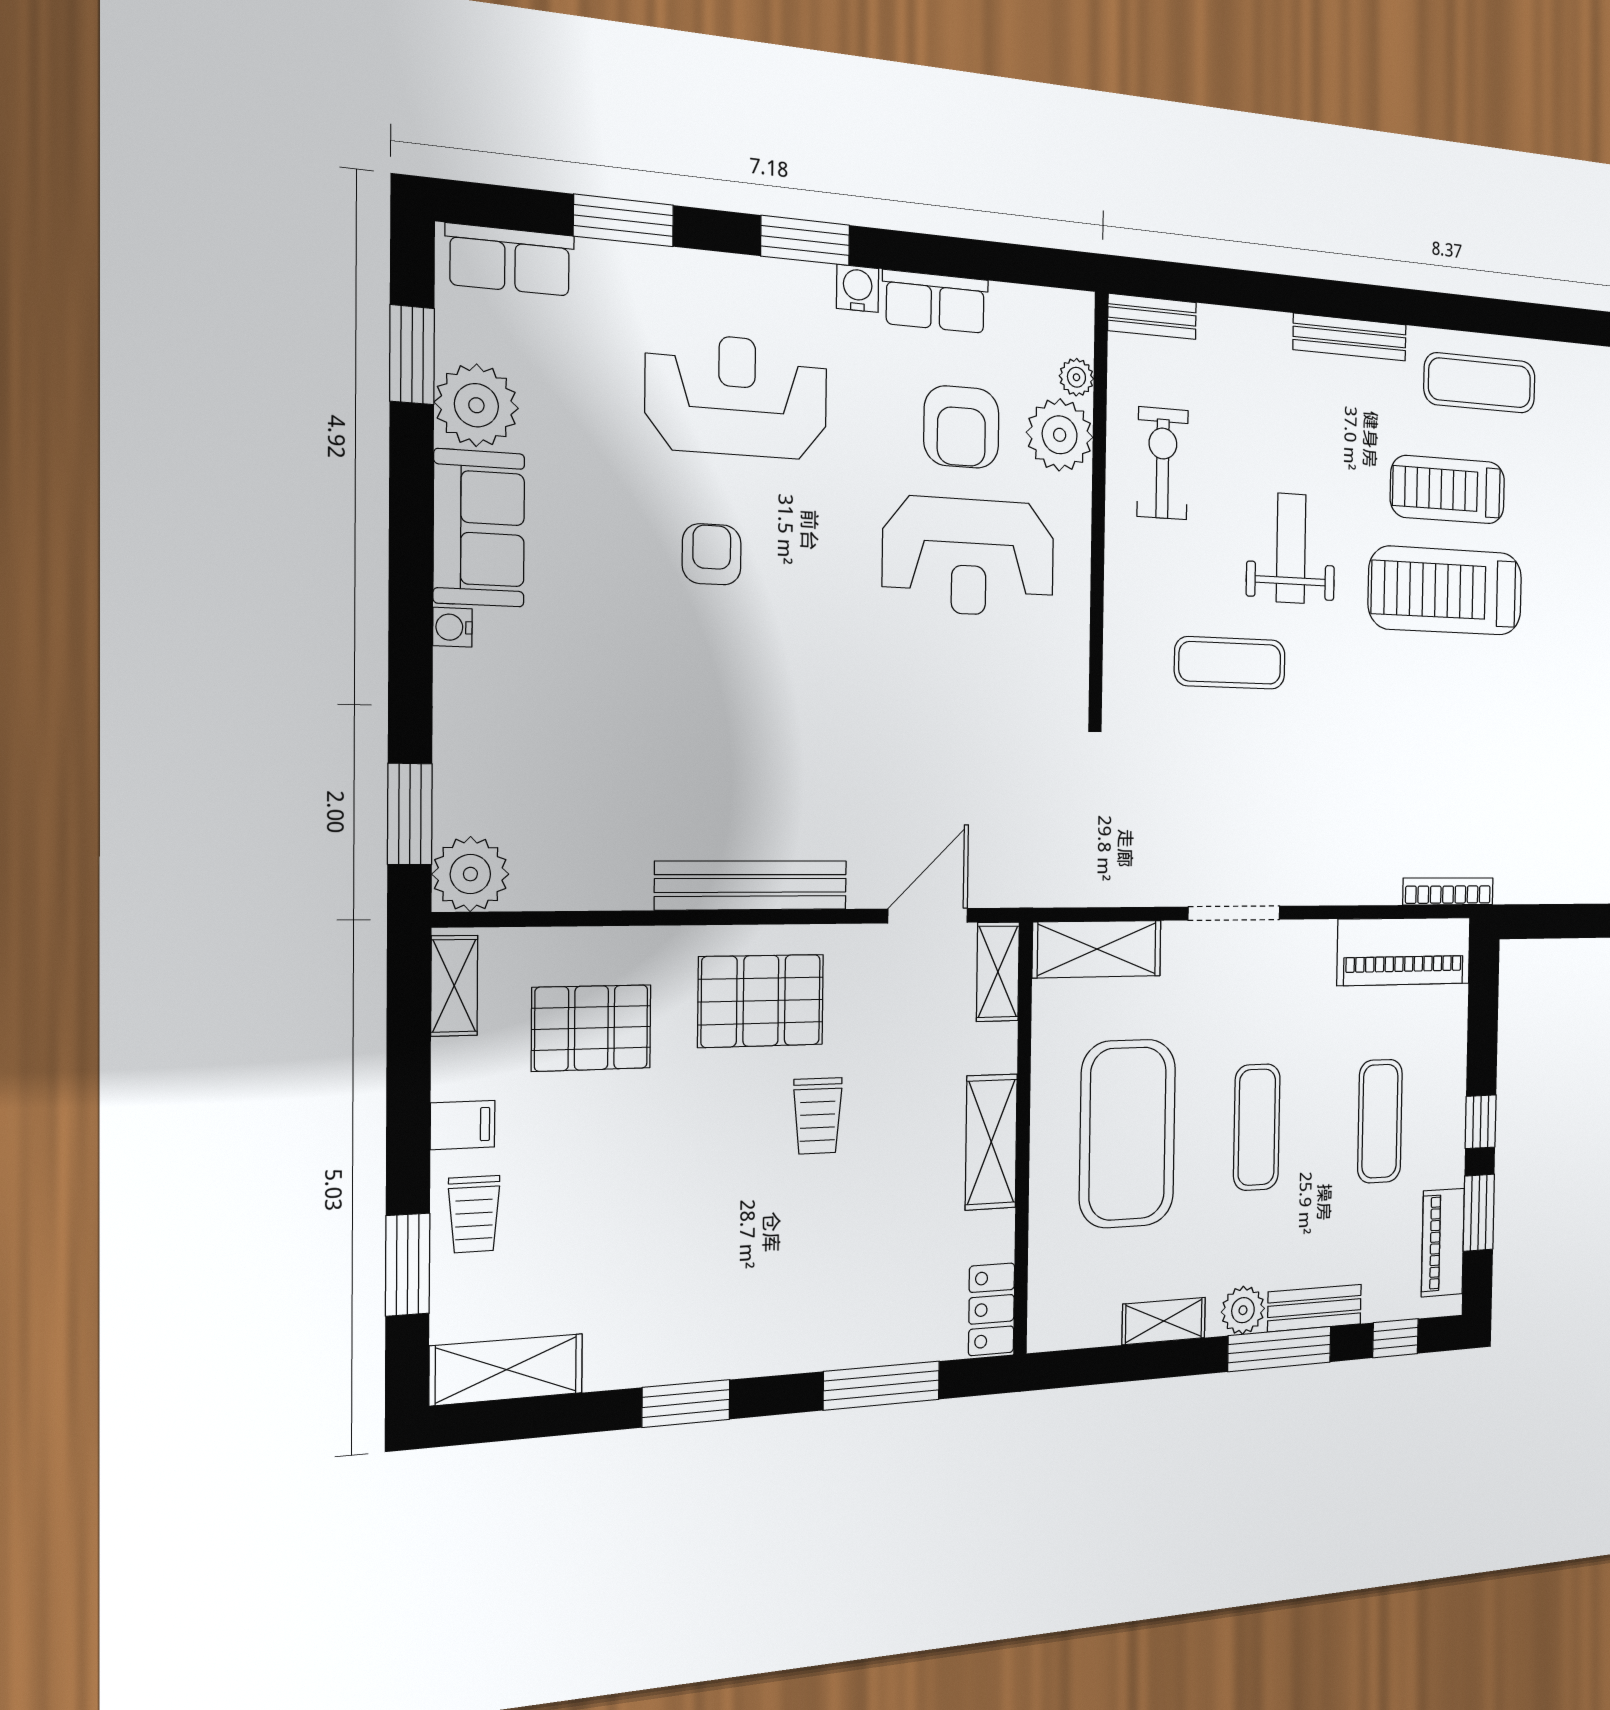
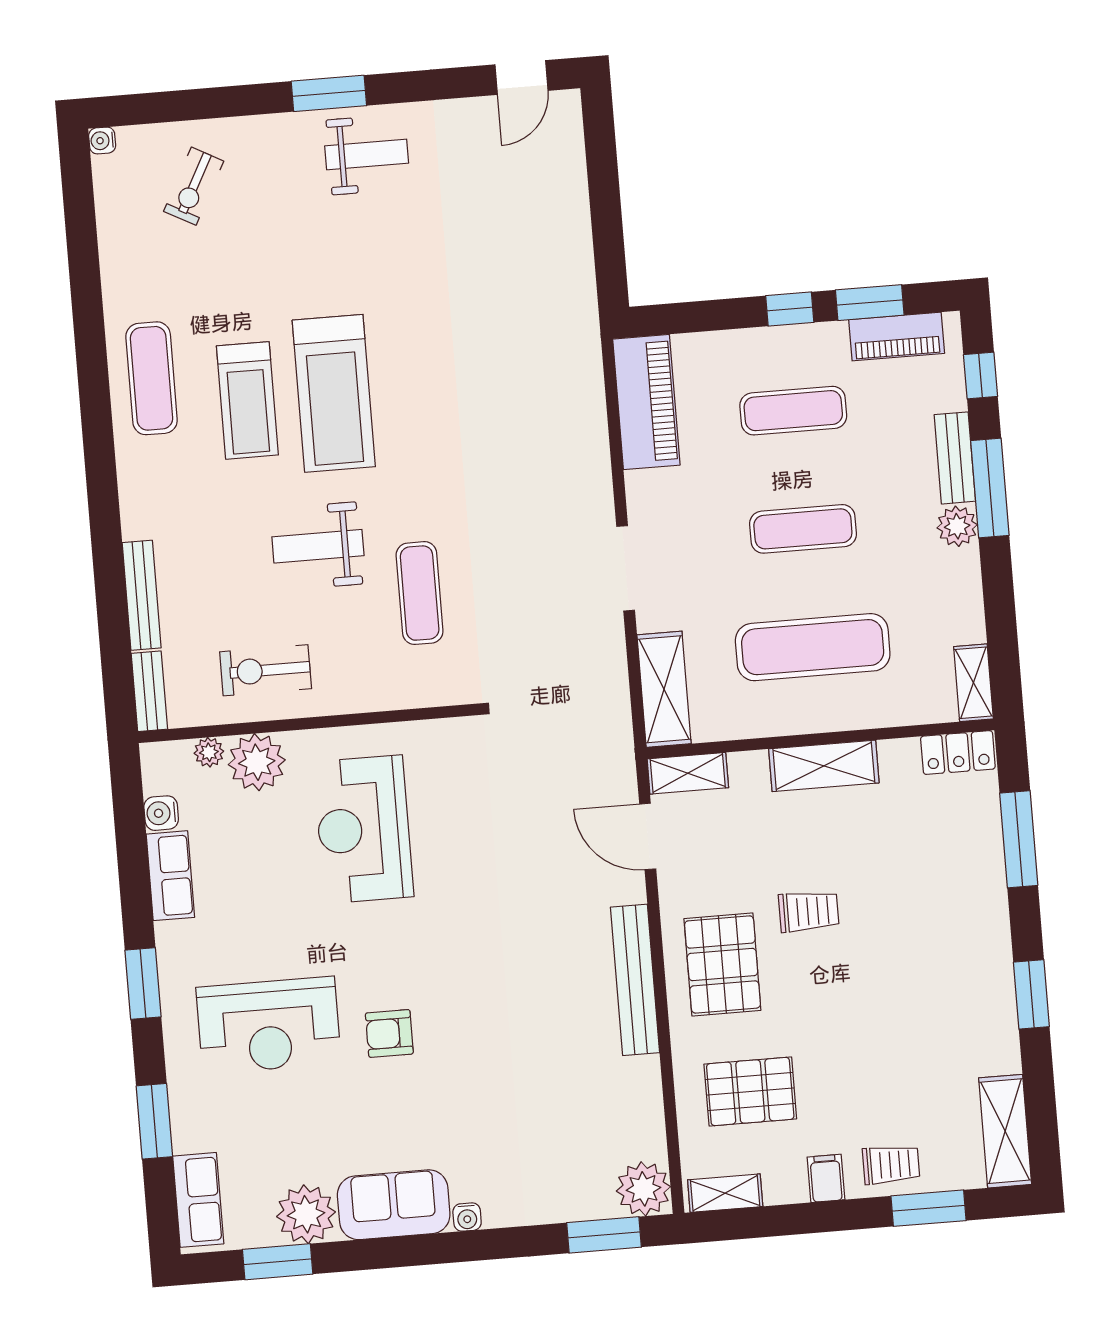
water cooler: (858, 288) -> (161, 813), moved
bench: (1350, 337) -> (142, 595), moved
reception desk: (737, 396) -> (269, 1025), turned -90
armchair: (961, 427) -> (264, 845), removed
reception desk: (969, 557) -> (363, 829), turned 180
bookcase: (1448, 891) -> (591, 364), removed
pallet: (591, 1028) -> (750, 1091), turned 90
exercise mat: (1128, 1134) -> (813, 647), width x0.68
shelving: (1164, 1321) -> (973, 683), moved

